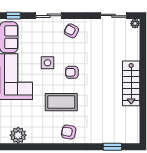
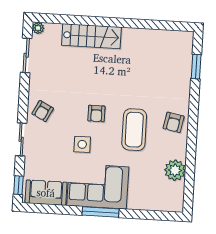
stairs: (131, 83) -> (91, 36), moved
plant: (18, 135) -> (175, 170), moved

